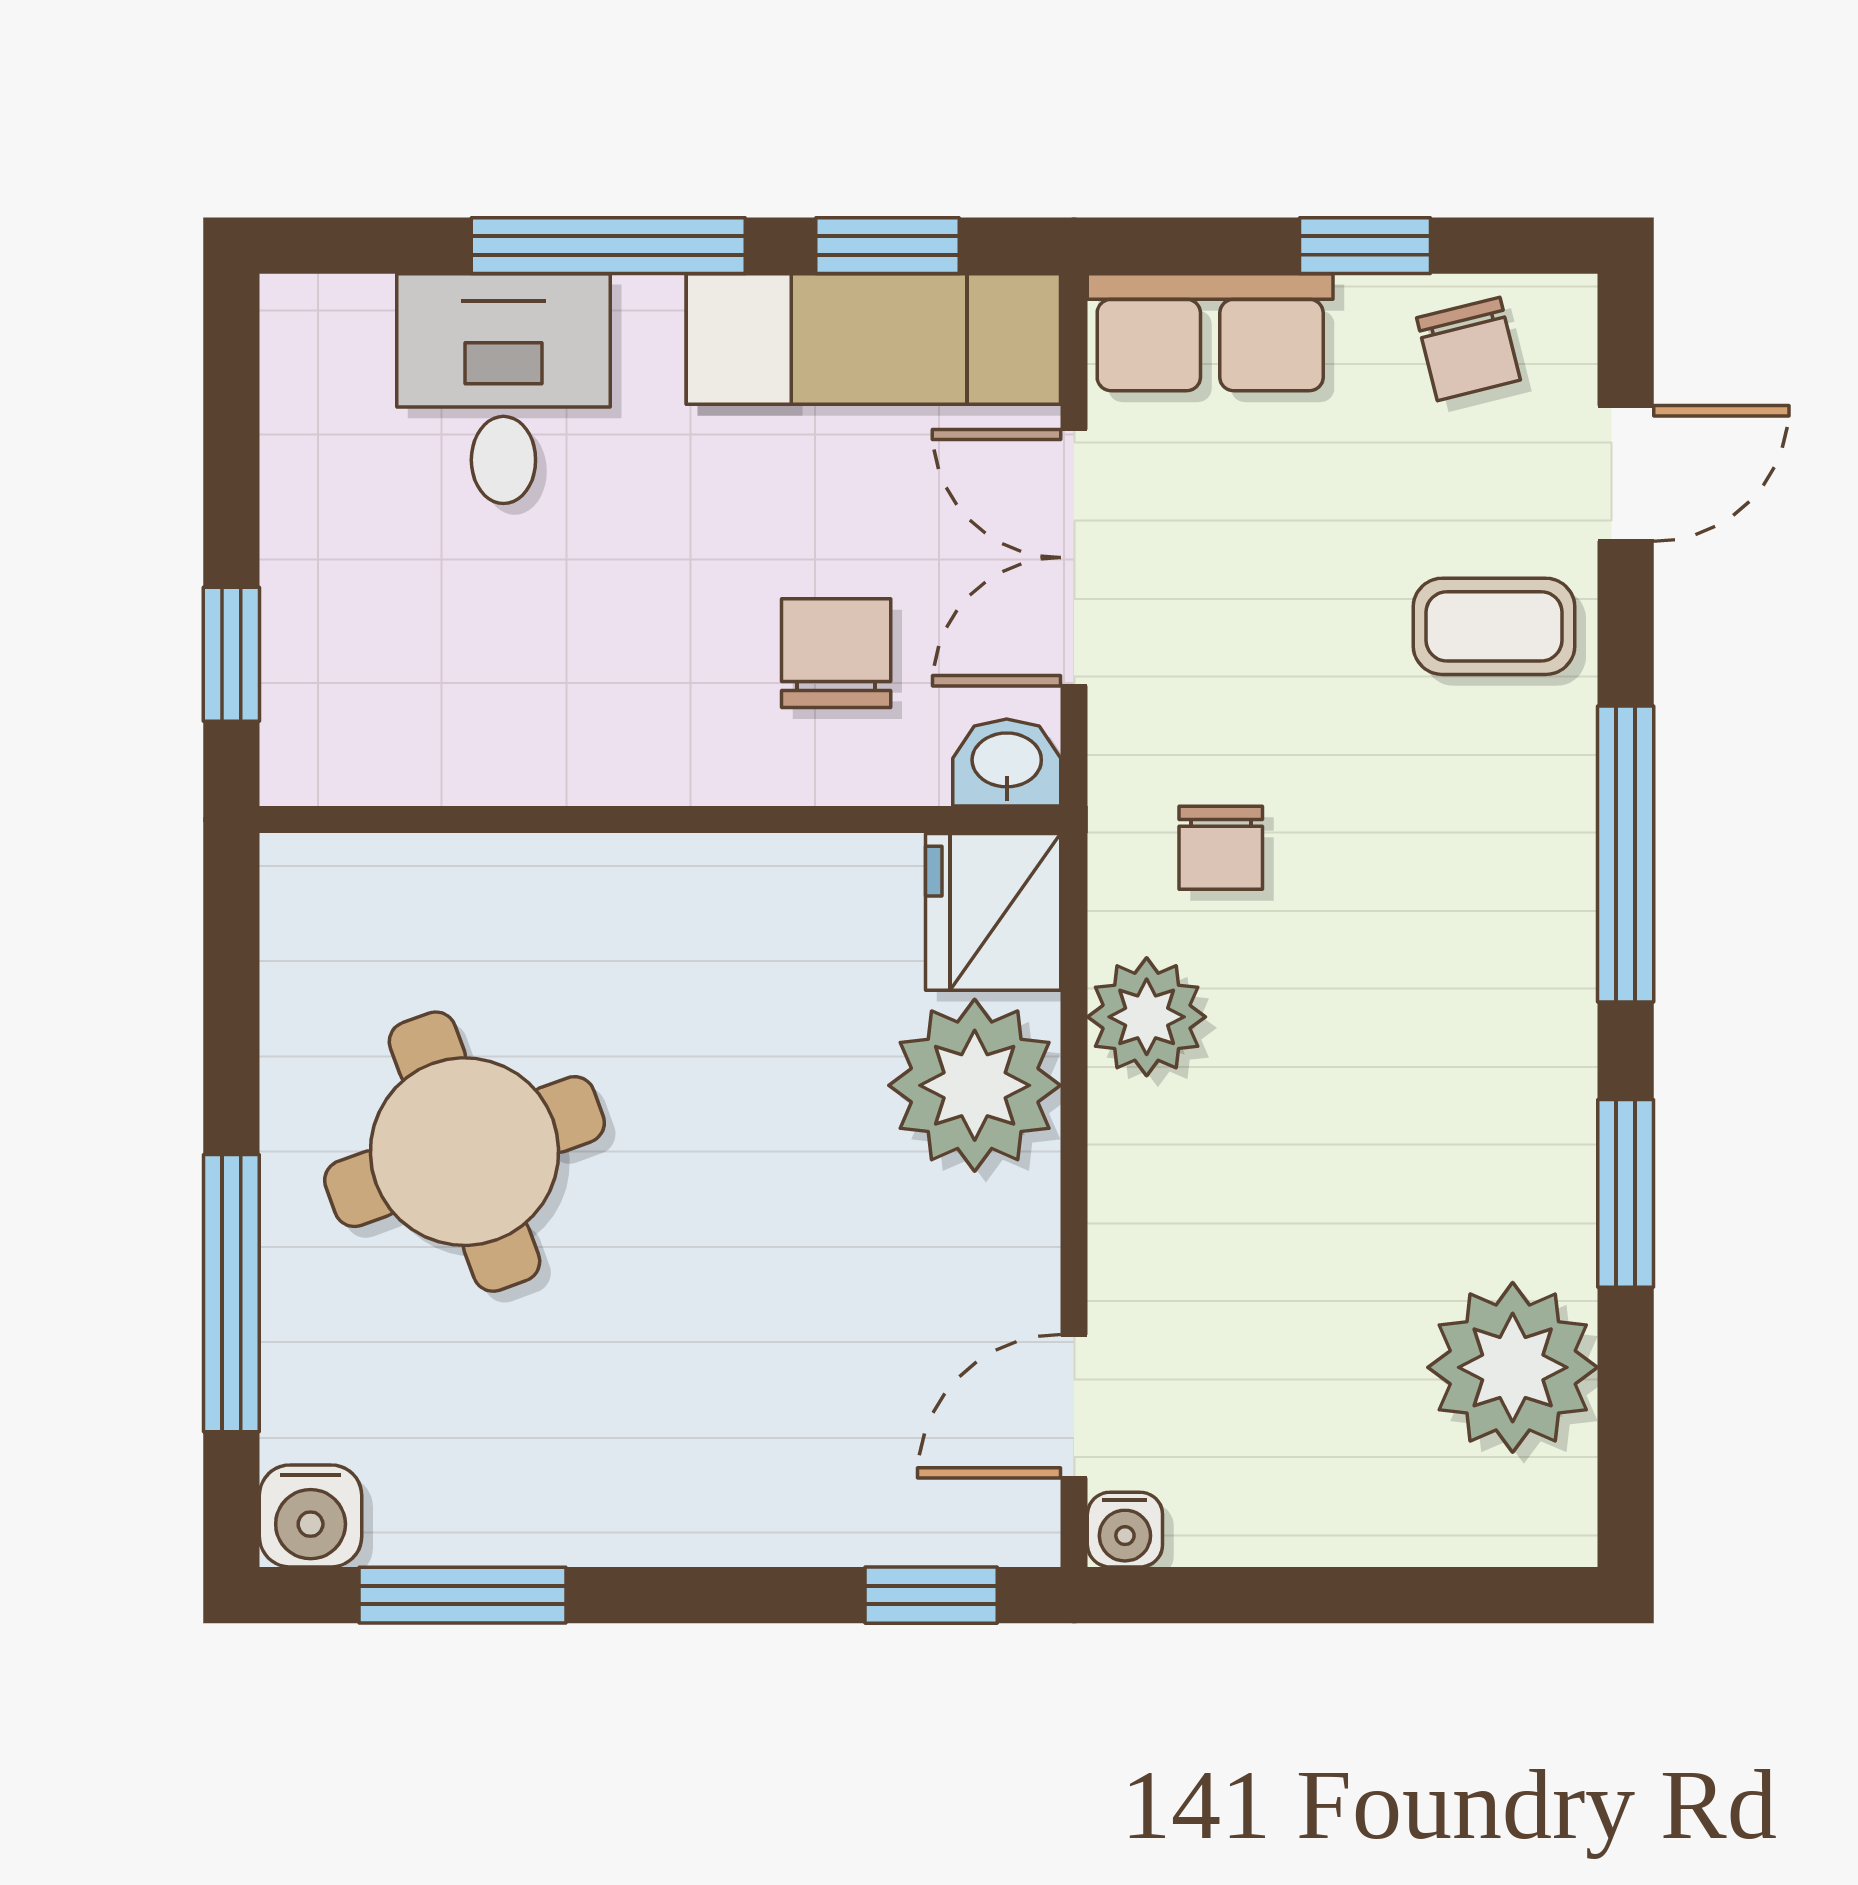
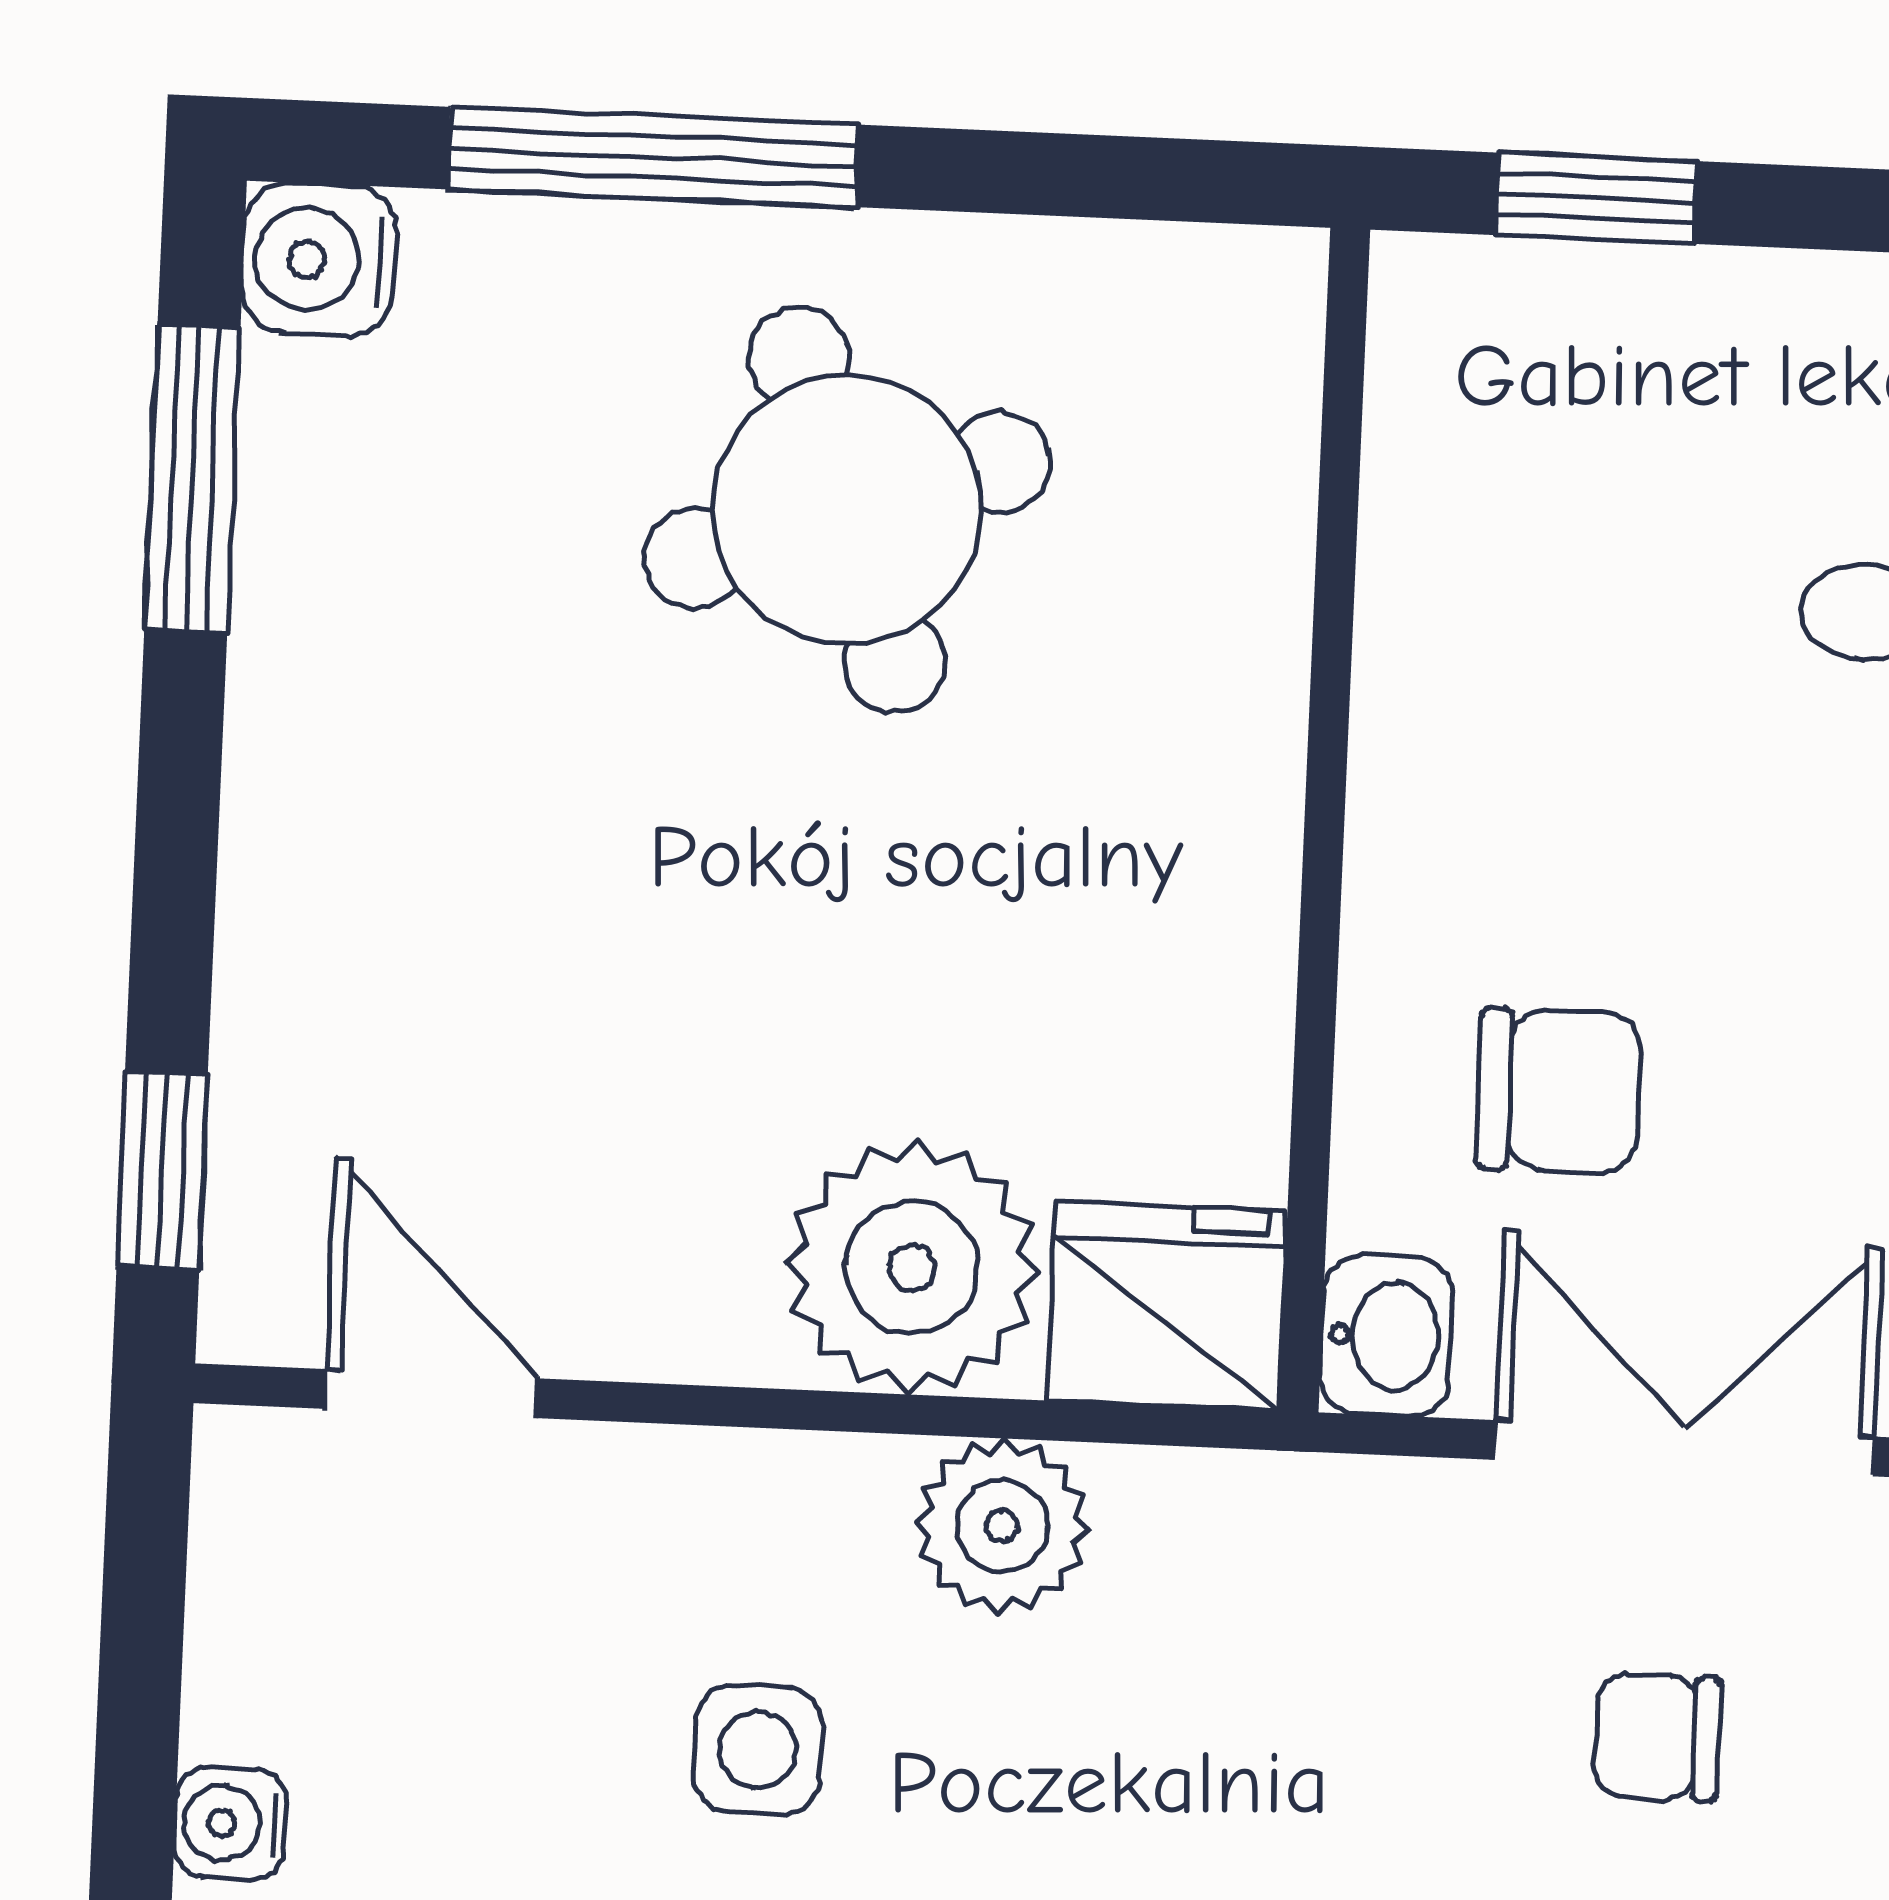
chair: (1221, 848) -> (1657, 1737), moved
side table: (1305, 1175) -> (758, 1750), added
water cooler: (1125, 1530) -> (230, 1824), moved

